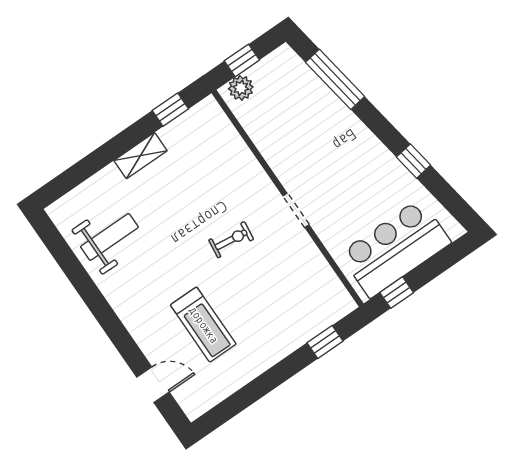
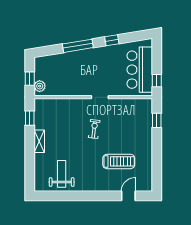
window: (335, 79) -> (78, 46), moved

